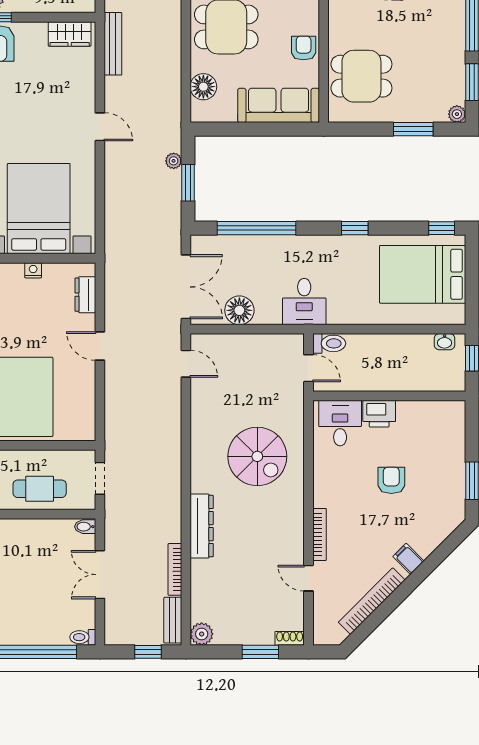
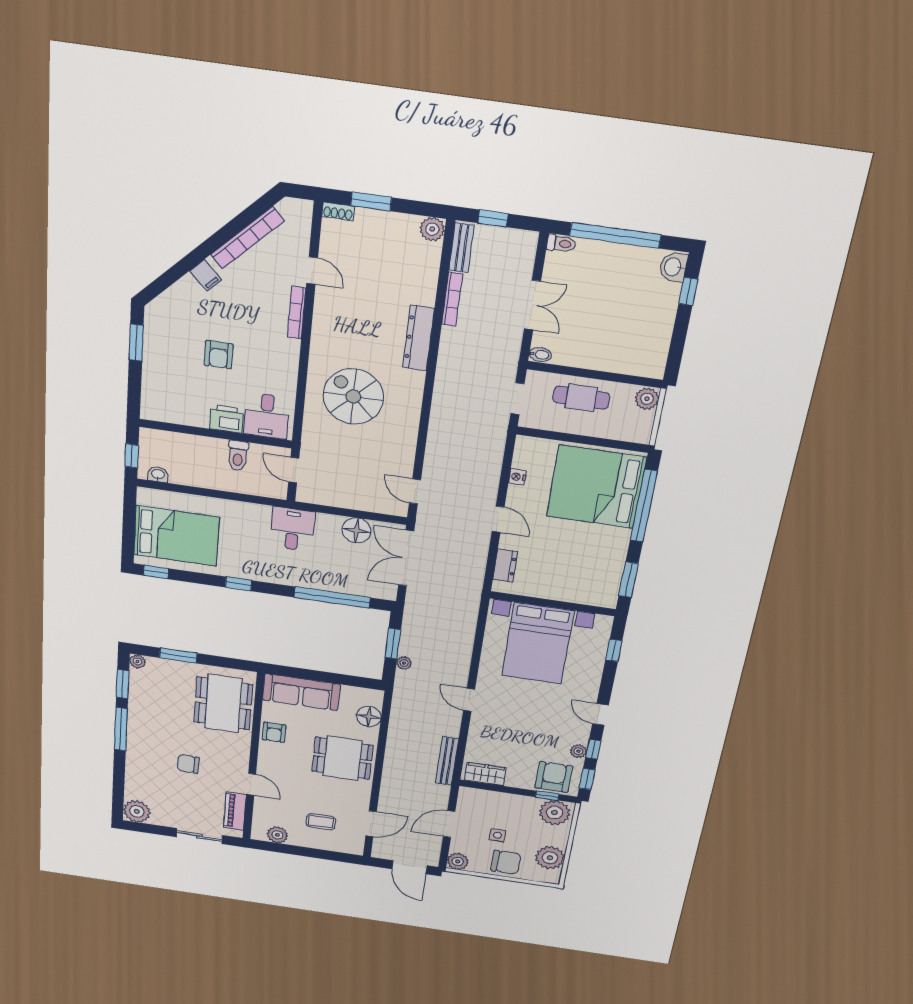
dining table: (361, 76) -> (223, 703), width x1.38
nightstand: (33, 270) -> (517, 477), moved, turned 90
toilet: (329, 343) -> (238, 456), moved, turned -90

